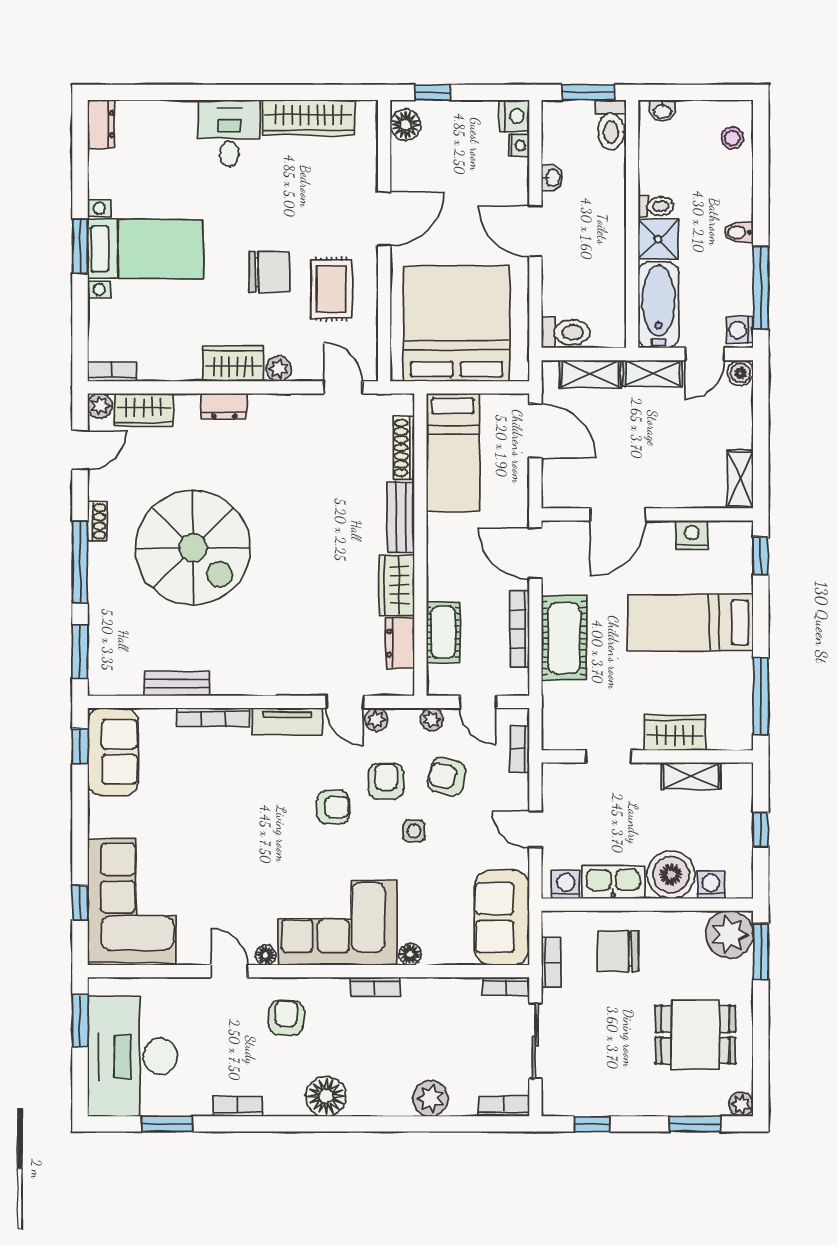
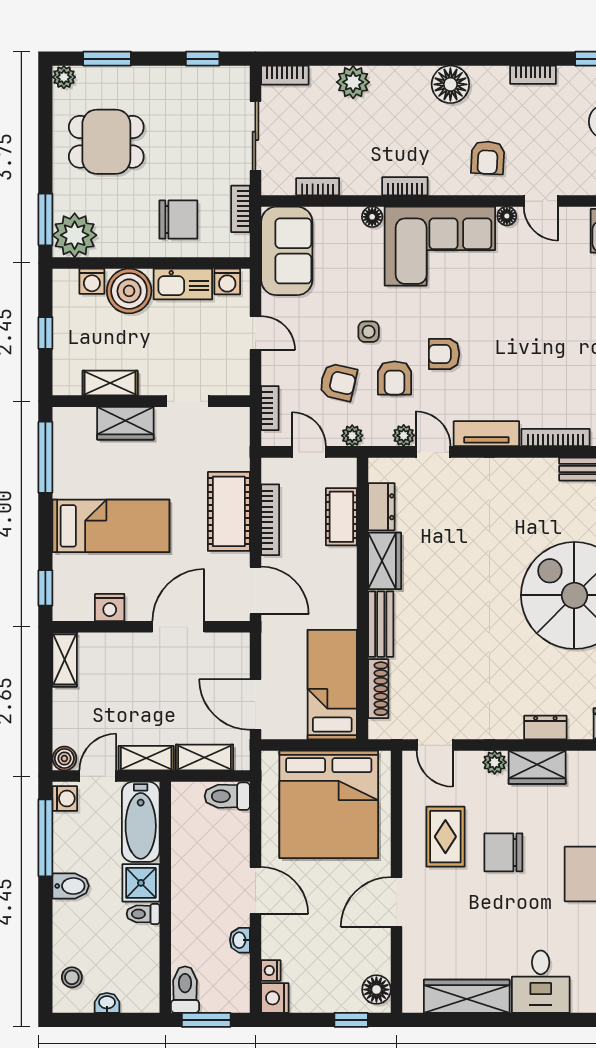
washbasin: (662, 111) -> (107, 1003), moved
bidet: (739, 232) -> (71, 886), width x1.38, depth x1.36
bookcase: (506, 986) -> (318, 187), moved

